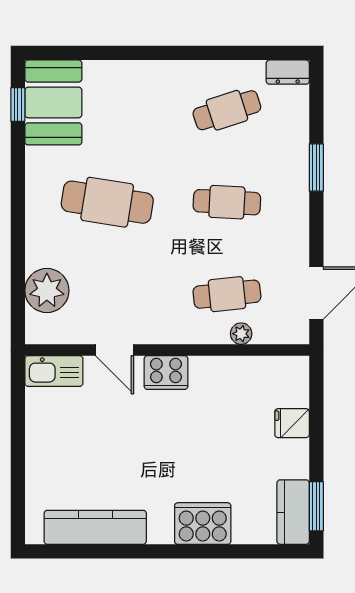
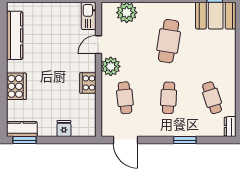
plant: (241, 334) -> (111, 66), moved, width x1.88, depth x1.88
cooker: (166, 373) -> (88, 83), moved

